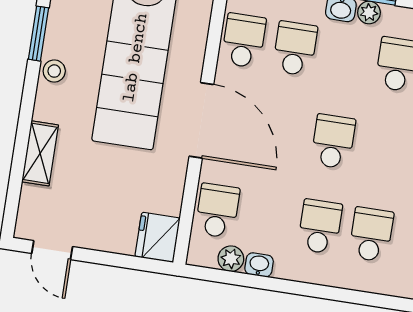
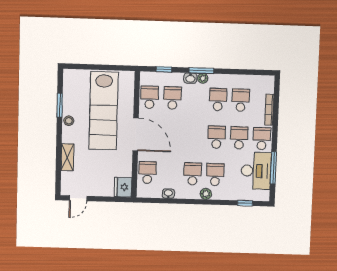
school desk: (333, 141) -> (217, 137), moved
door: (52, 250) -> (78, 198), hinge flipped
plant: (231, 259) -> (206, 194), moved

